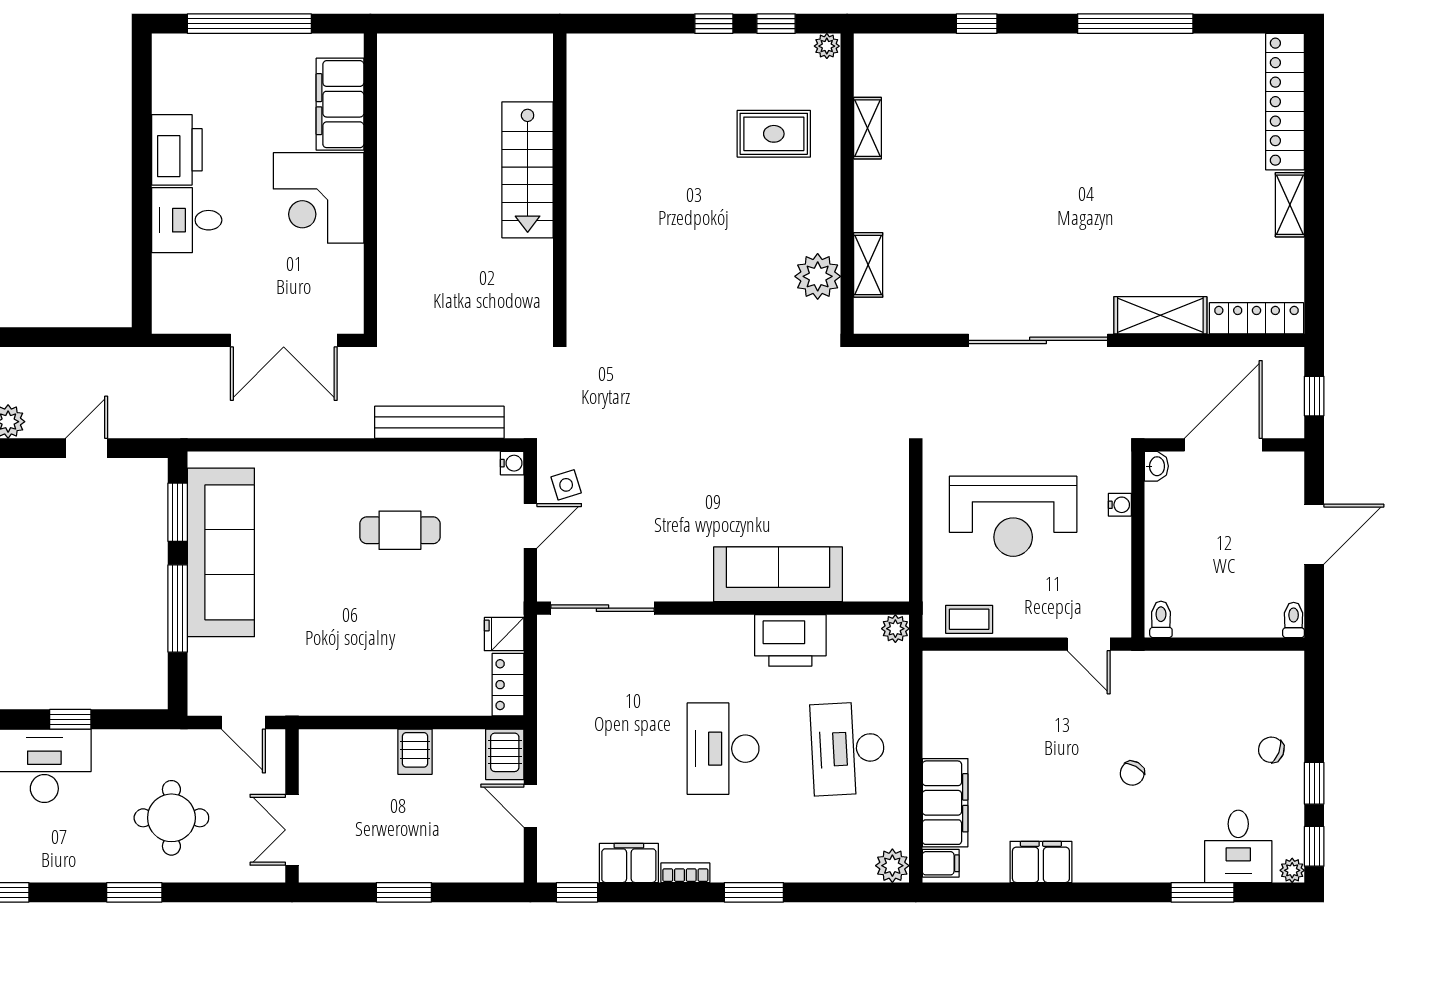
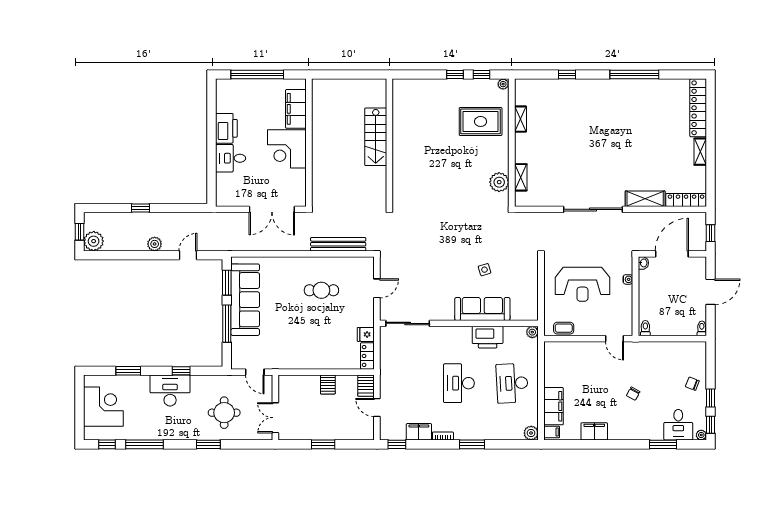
rug: (774, 134) -> (481, 121), width x1.36, depth x1.43
water cooler: (512, 463) -> (369, 262), removed
side table: (566, 485) -> (485, 270), moved

